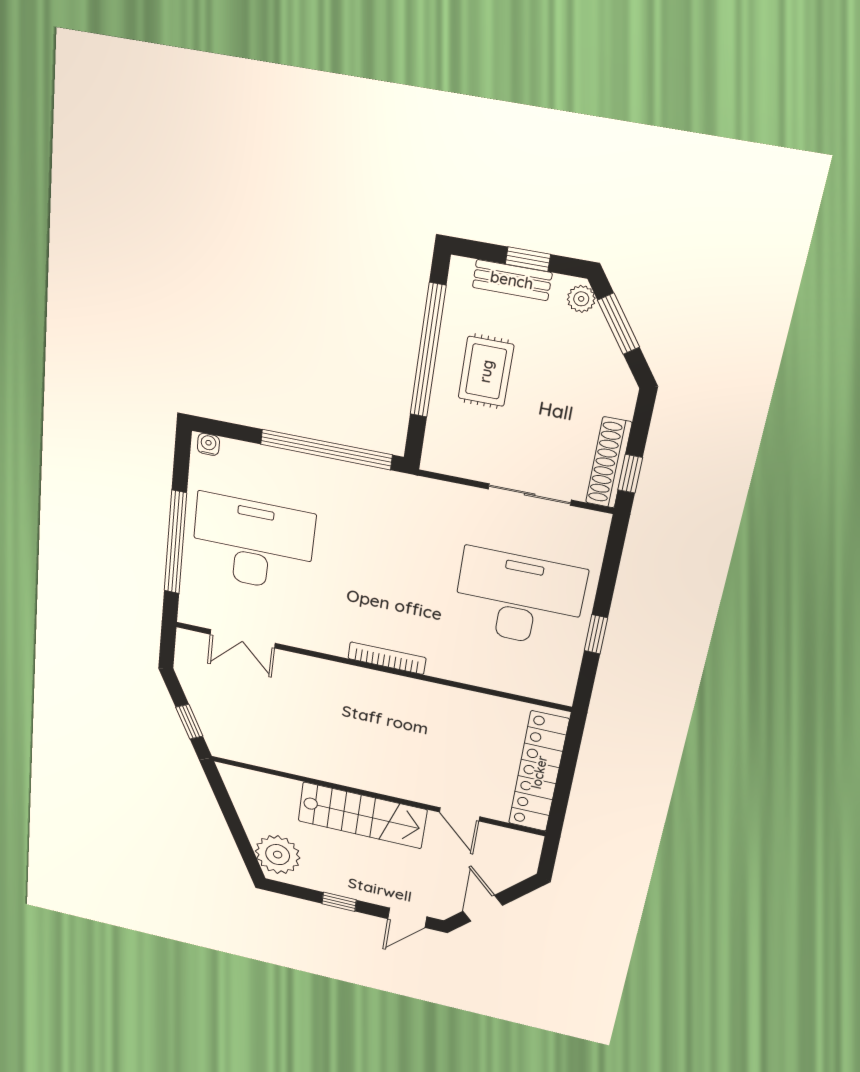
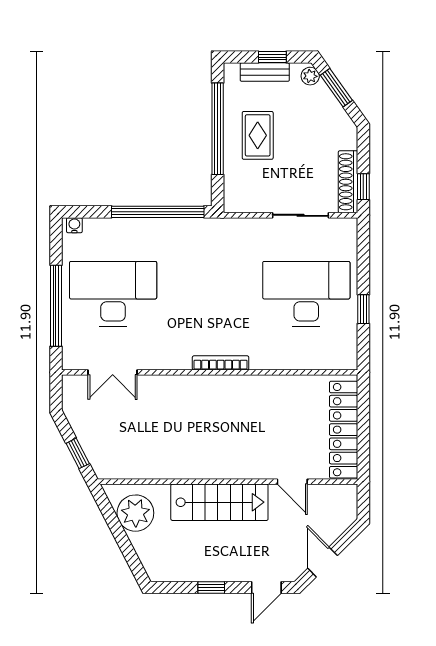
plant: (278, 855) -> (135, 513), moved

